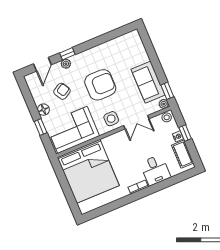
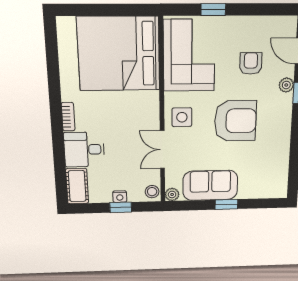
armchair: (100, 85) -> (235, 121), turned -90
armchair: (62, 91) -> (251, 63), turned -150
window: (167, 91) -> (226, 204), moved
floor lamp: (43, 110) -> (237, 25), removed
cot: (183, 154) -> (77, 186), moved, turned 90

